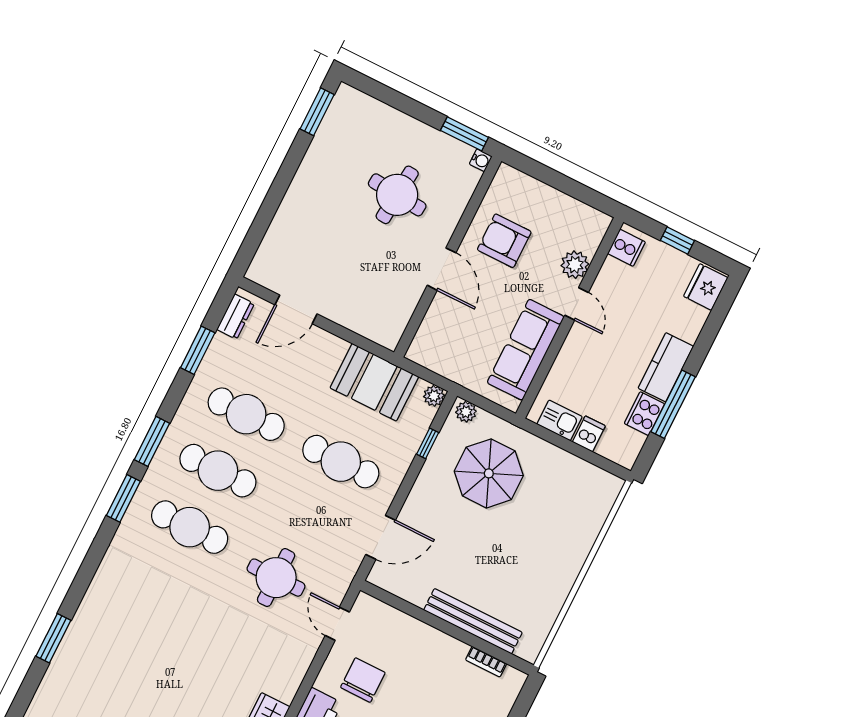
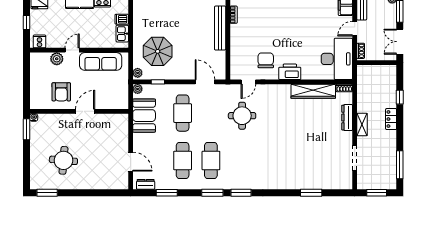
round table: (397, 195) -> (63, 160), moved
cafe table: (190, 527) -> (239, 160), removed
chair: (363, 680) -> (266, 60), turned 90

